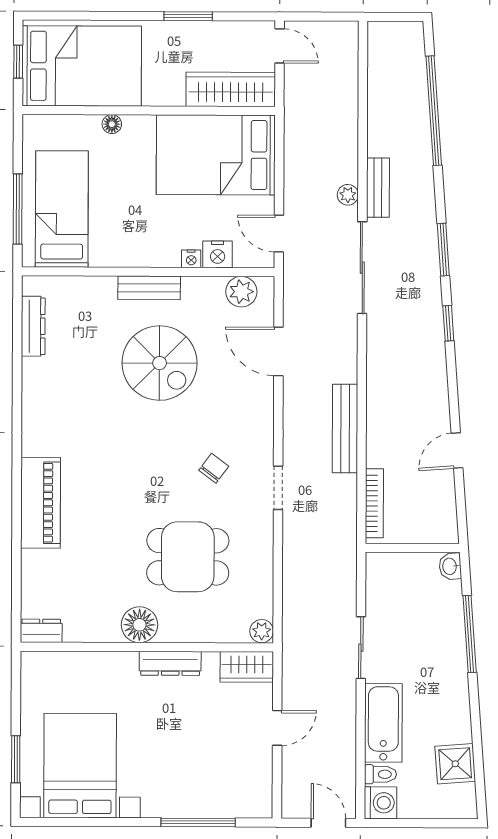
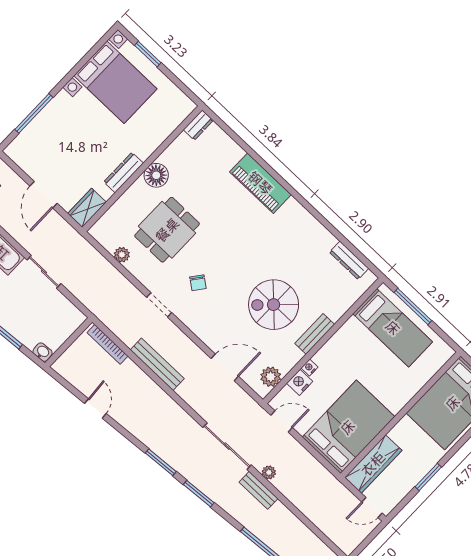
floor lamp: (112, 124) -> (411, 391), removed
window: (448, 323) -> (161, 462), width x1.50
plant: (262, 631) -> (122, 255), moved
door: (277, 728) -> (43, 195), width x1.38

